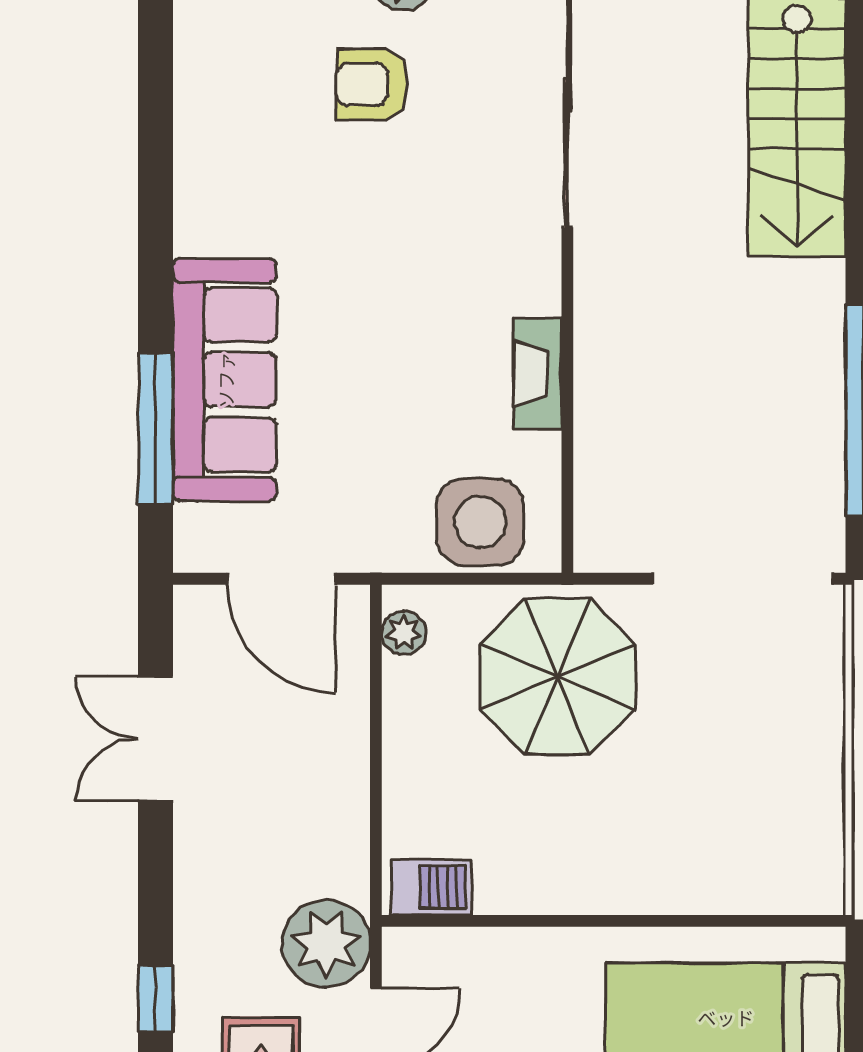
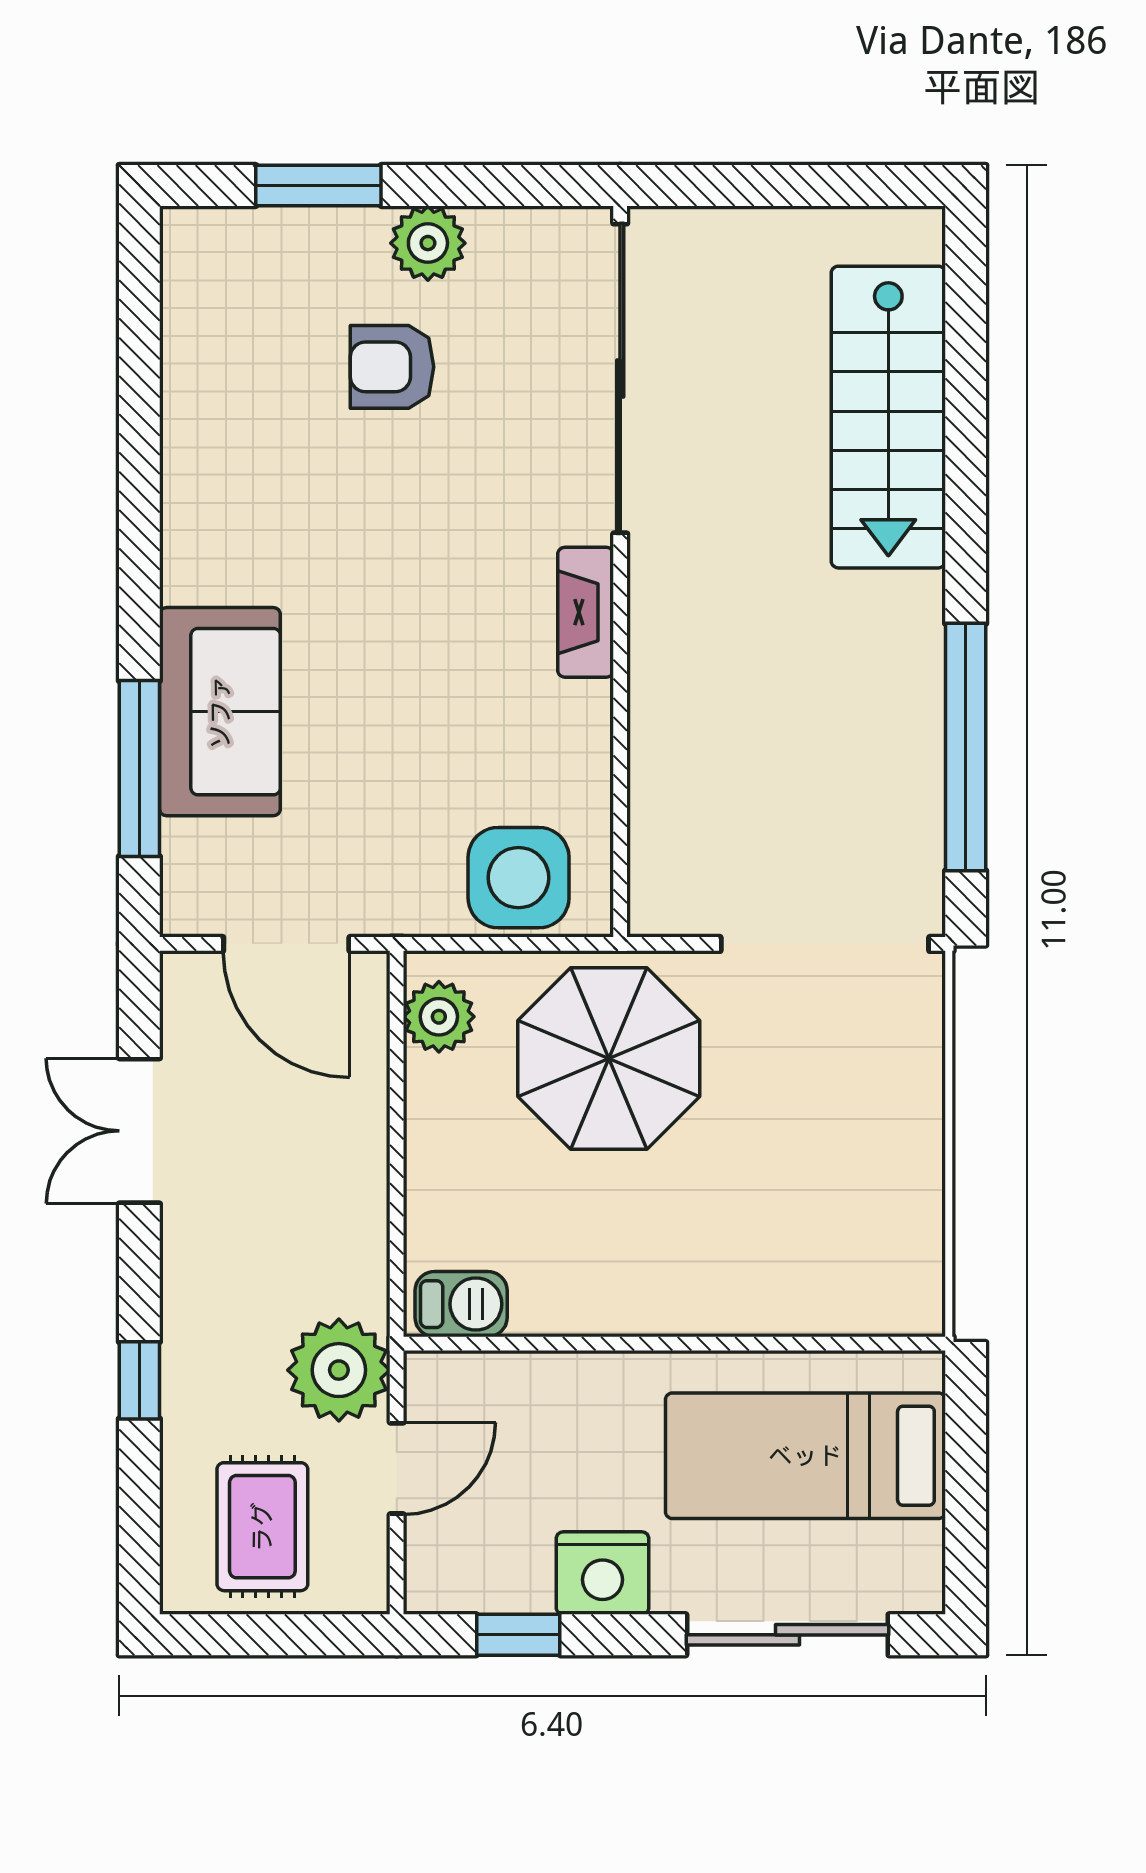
fireplace: (538, 374) -> (586, 612), moved
sofa: (225, 380) -> (220, 712), width x0.73
plant: (404, 633) -> (439, 1017), width x1.38, depth x1.38
window: (156, 999) -> (139, 1380), moved

